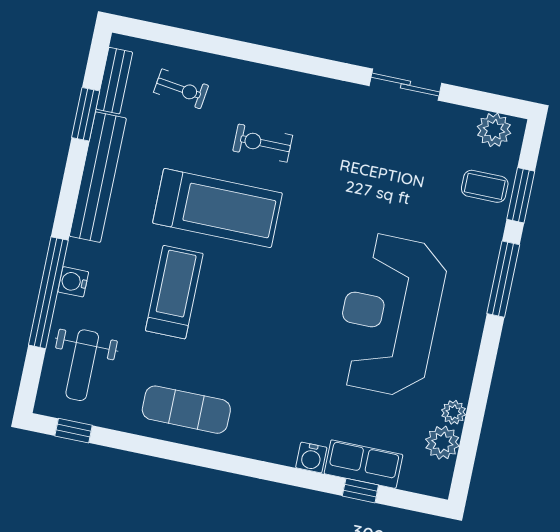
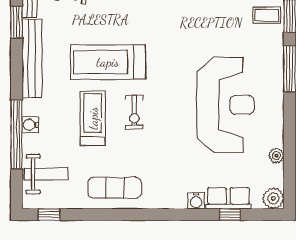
exercise bike: (263, 143) -> (134, 112), moved, turned -90
treadmill: (217, 208) -> (108, 62), turned 180
reception desk: (390, 315) -> (226, 105), turned 180
weight bench: (82, 365) -> (46, 174), turned -90
plant: (442, 443) -> (273, 198), moved

